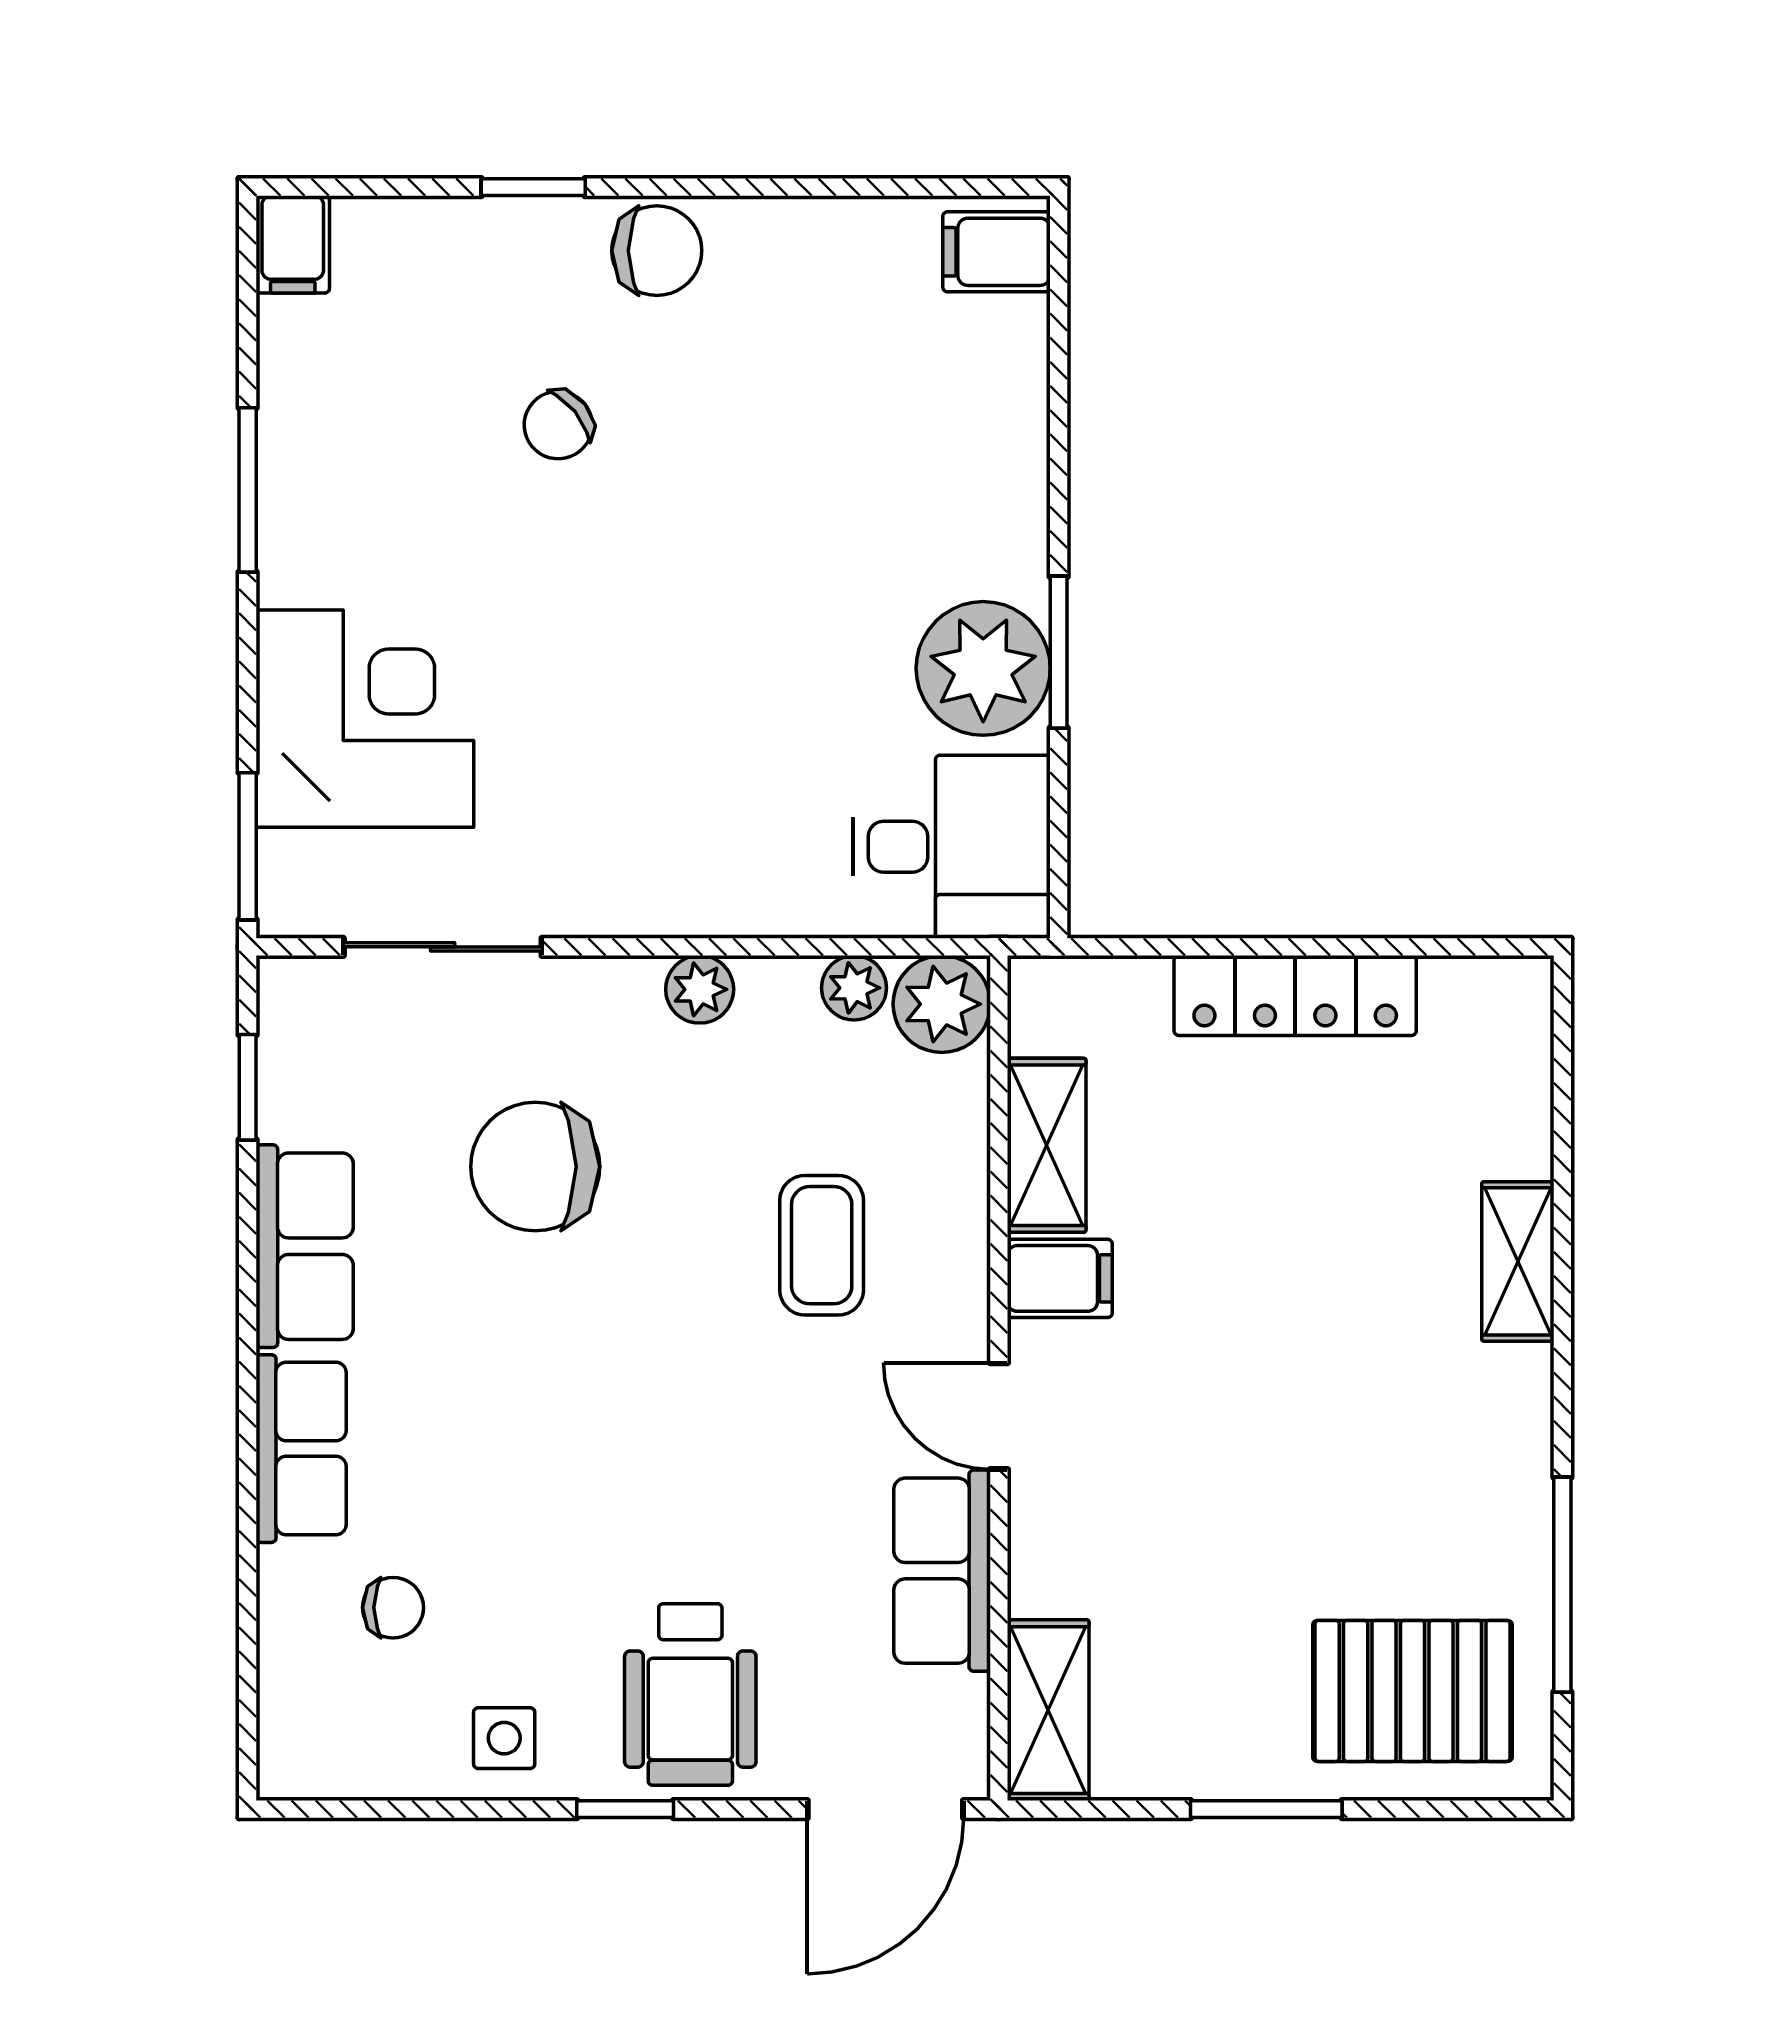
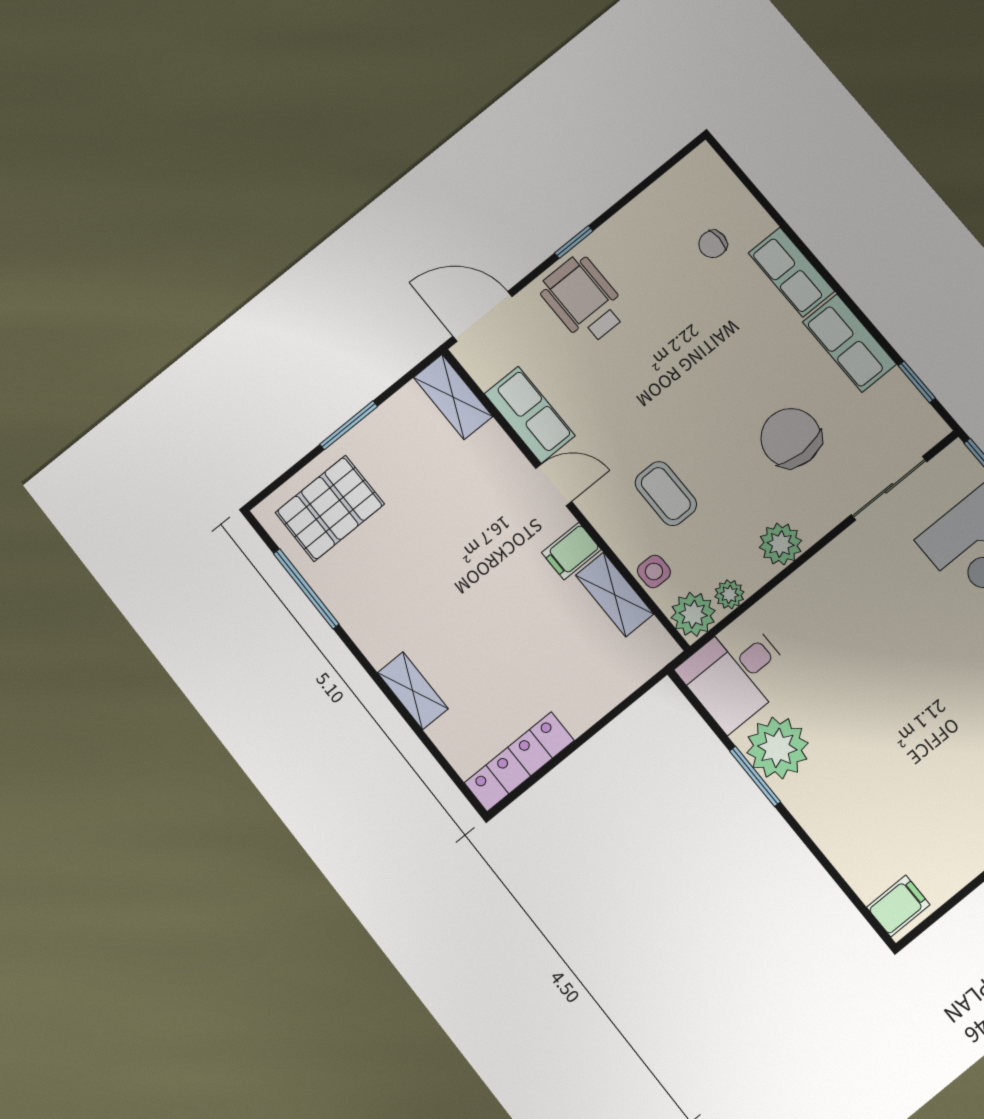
plant: (700, 989) -> (781, 544), width x1.38, depth x1.38
locker: (1295, 995) -> (519, 762), moved
chair: (535, 1167) -> (791, 438), turned -90
side table: (504, 1738) -> (654, 571), moved
door: (885, 1809) -> (482, 316), hinge flipped

